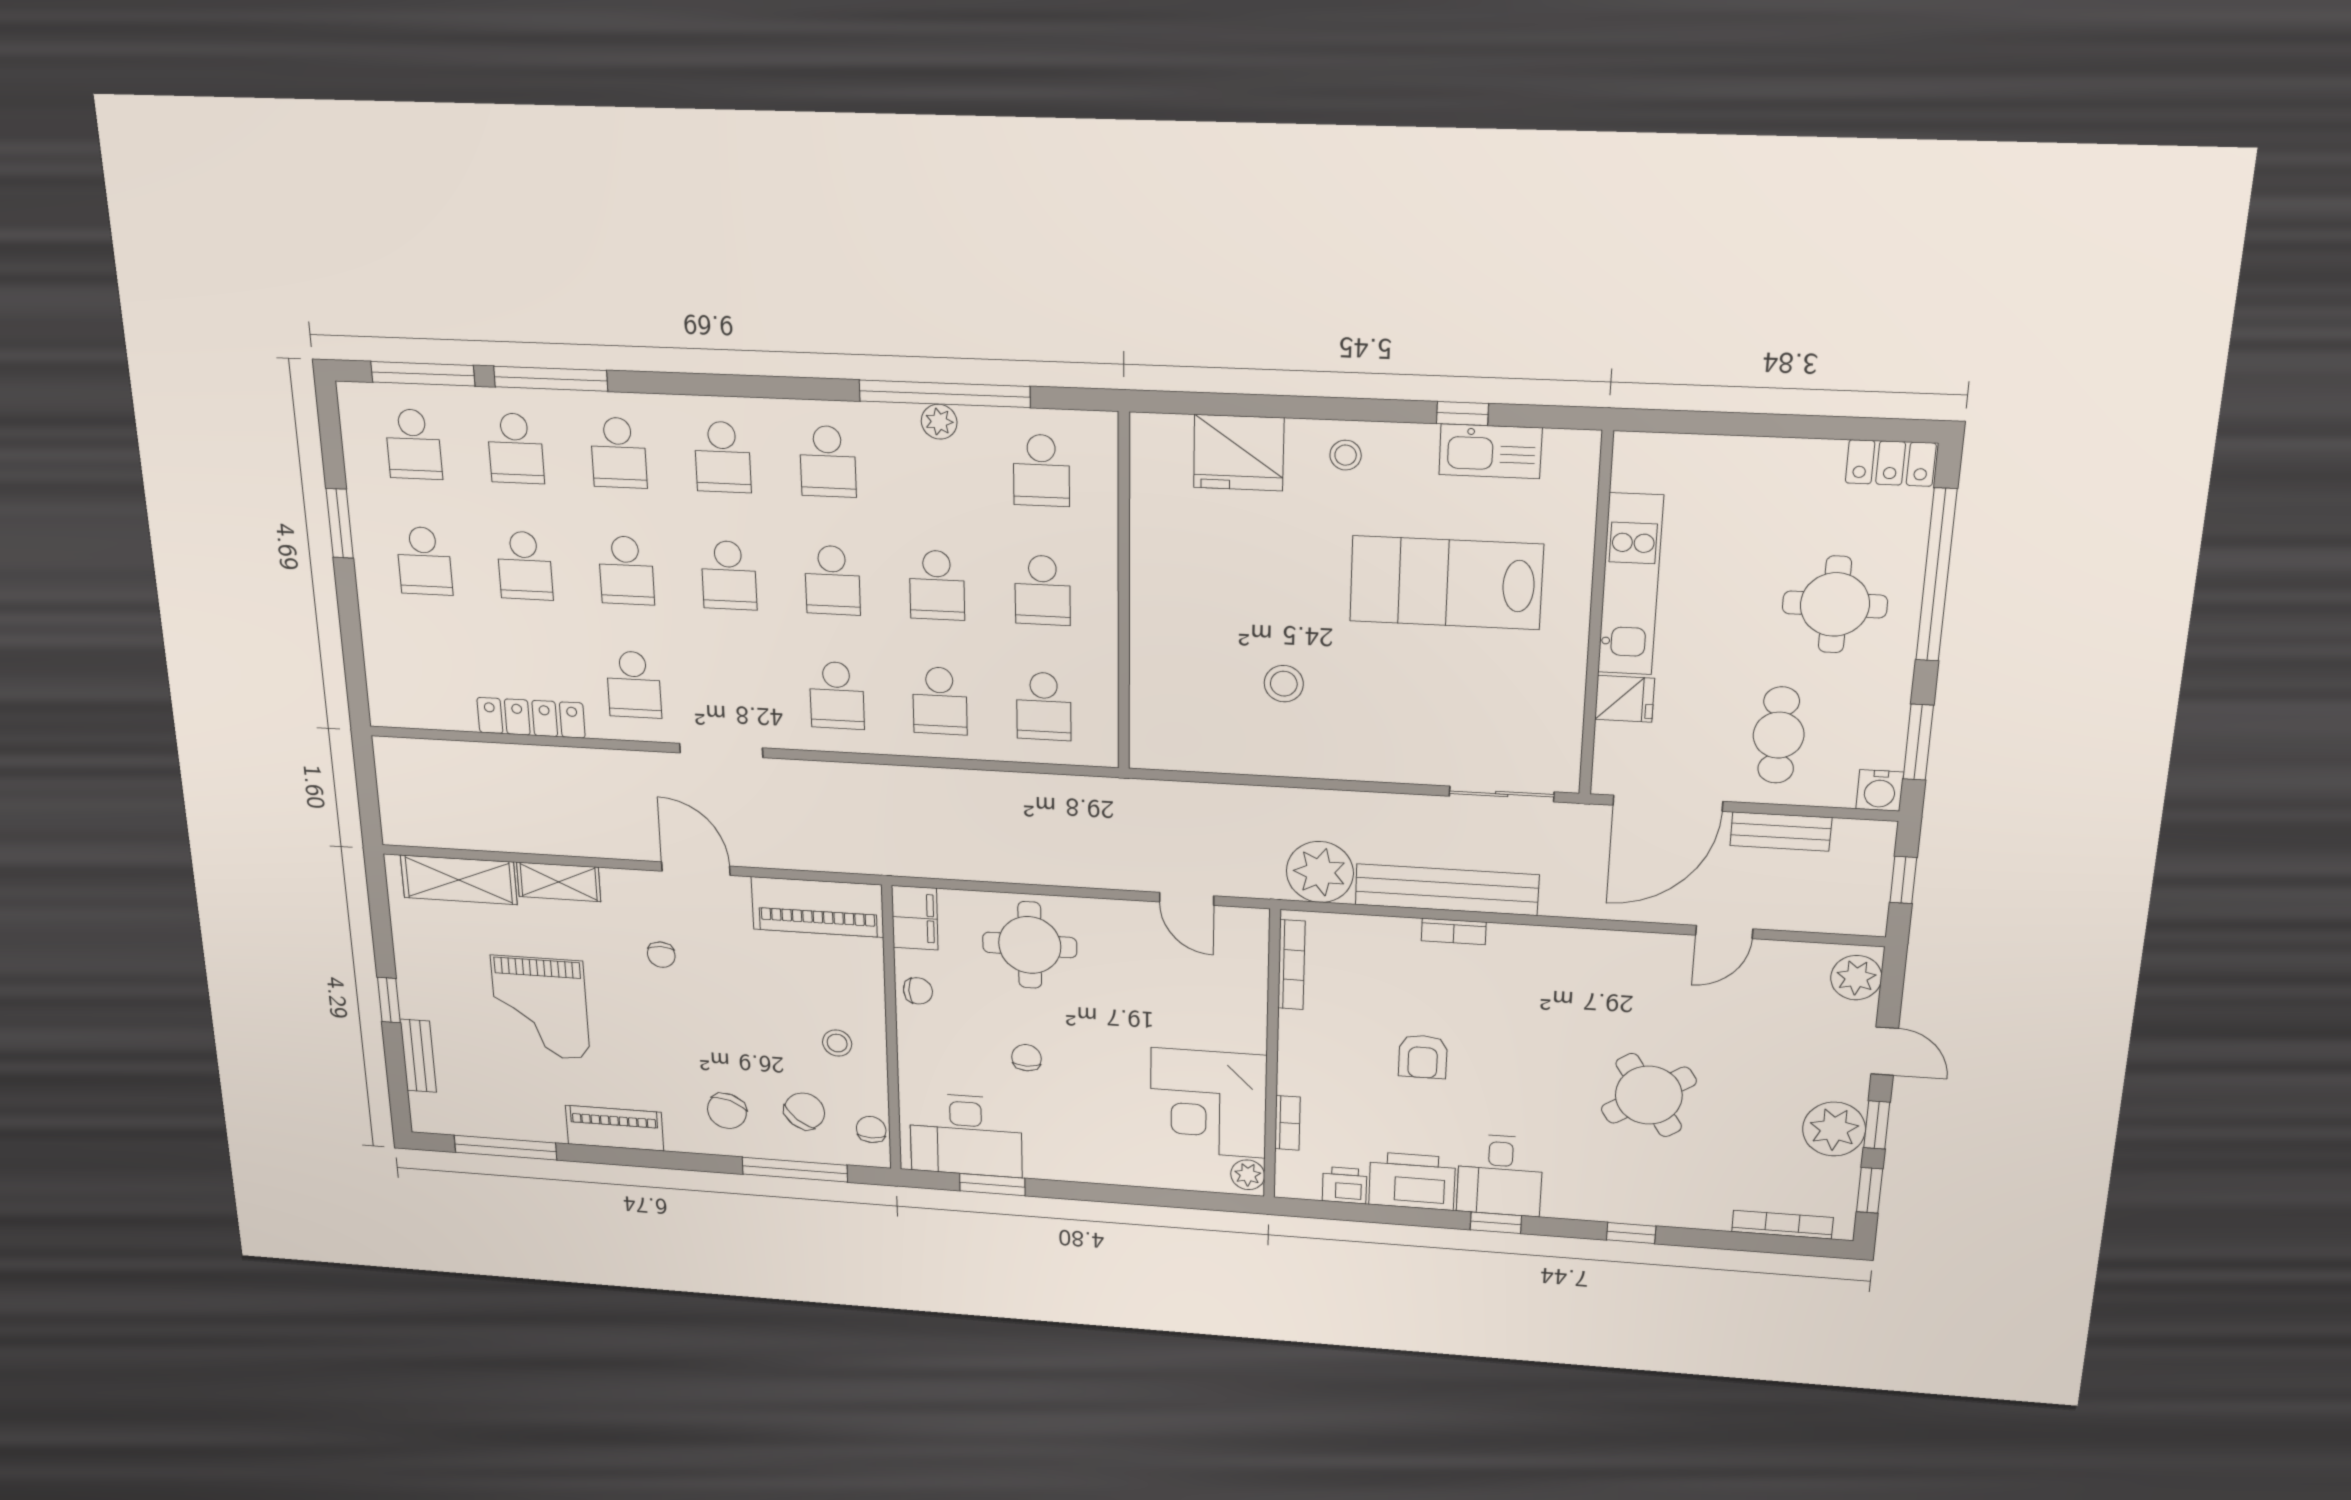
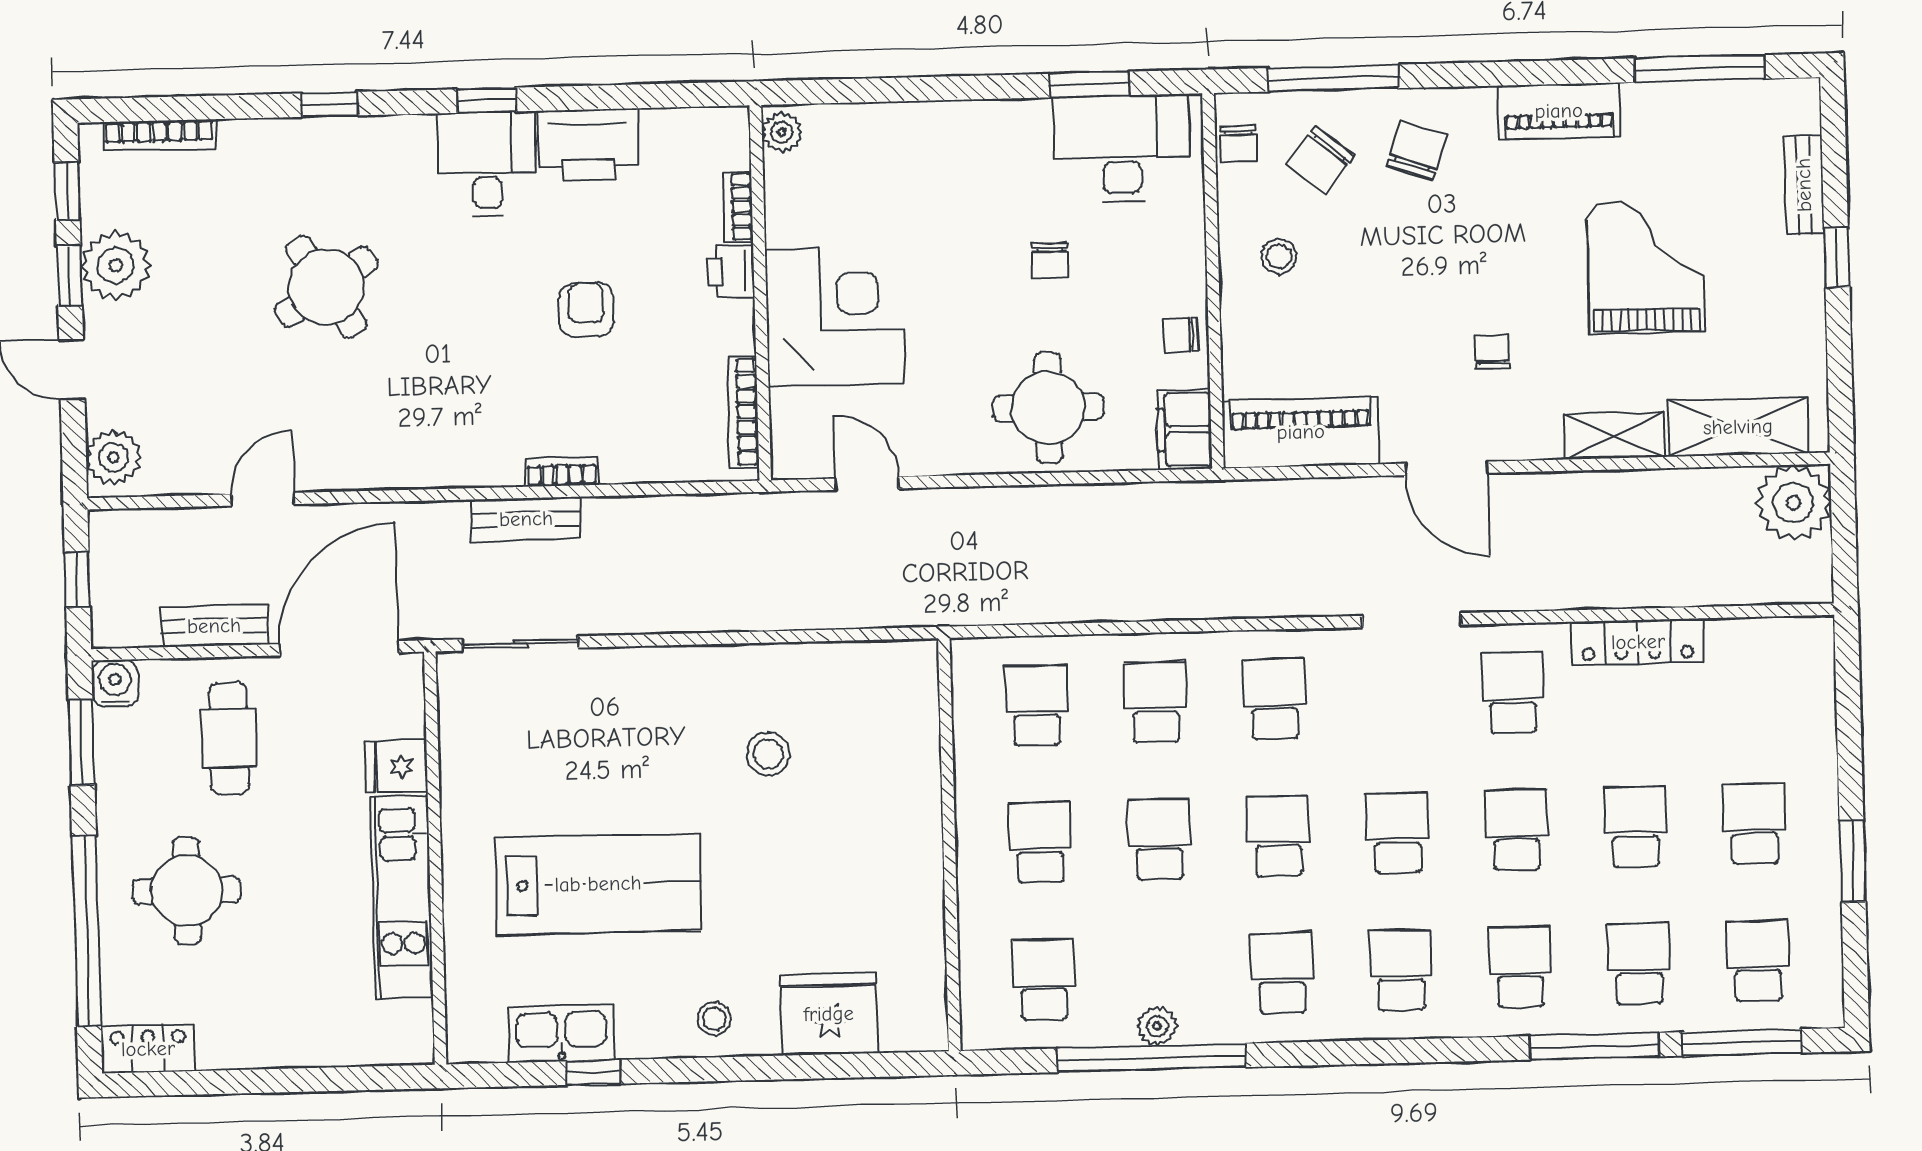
plant: (1320, 872) -> (1794, 503), moved
bench: (1447, 890) -> (526, 519), width x0.54, depth x0.82
corner desk: (1208, 1103) -> (835, 317), moved
printer: (1345, 1185) -> (731, 272), moved, turned 90

